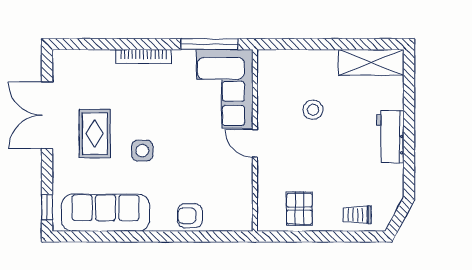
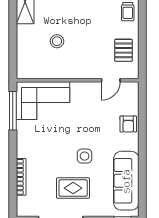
bookcase: (143, 56) -> (21, 177), moved
door: (255, 143) -> (111, 80), moved
pallet: (299, 209) -> (124, 50), turned 90

